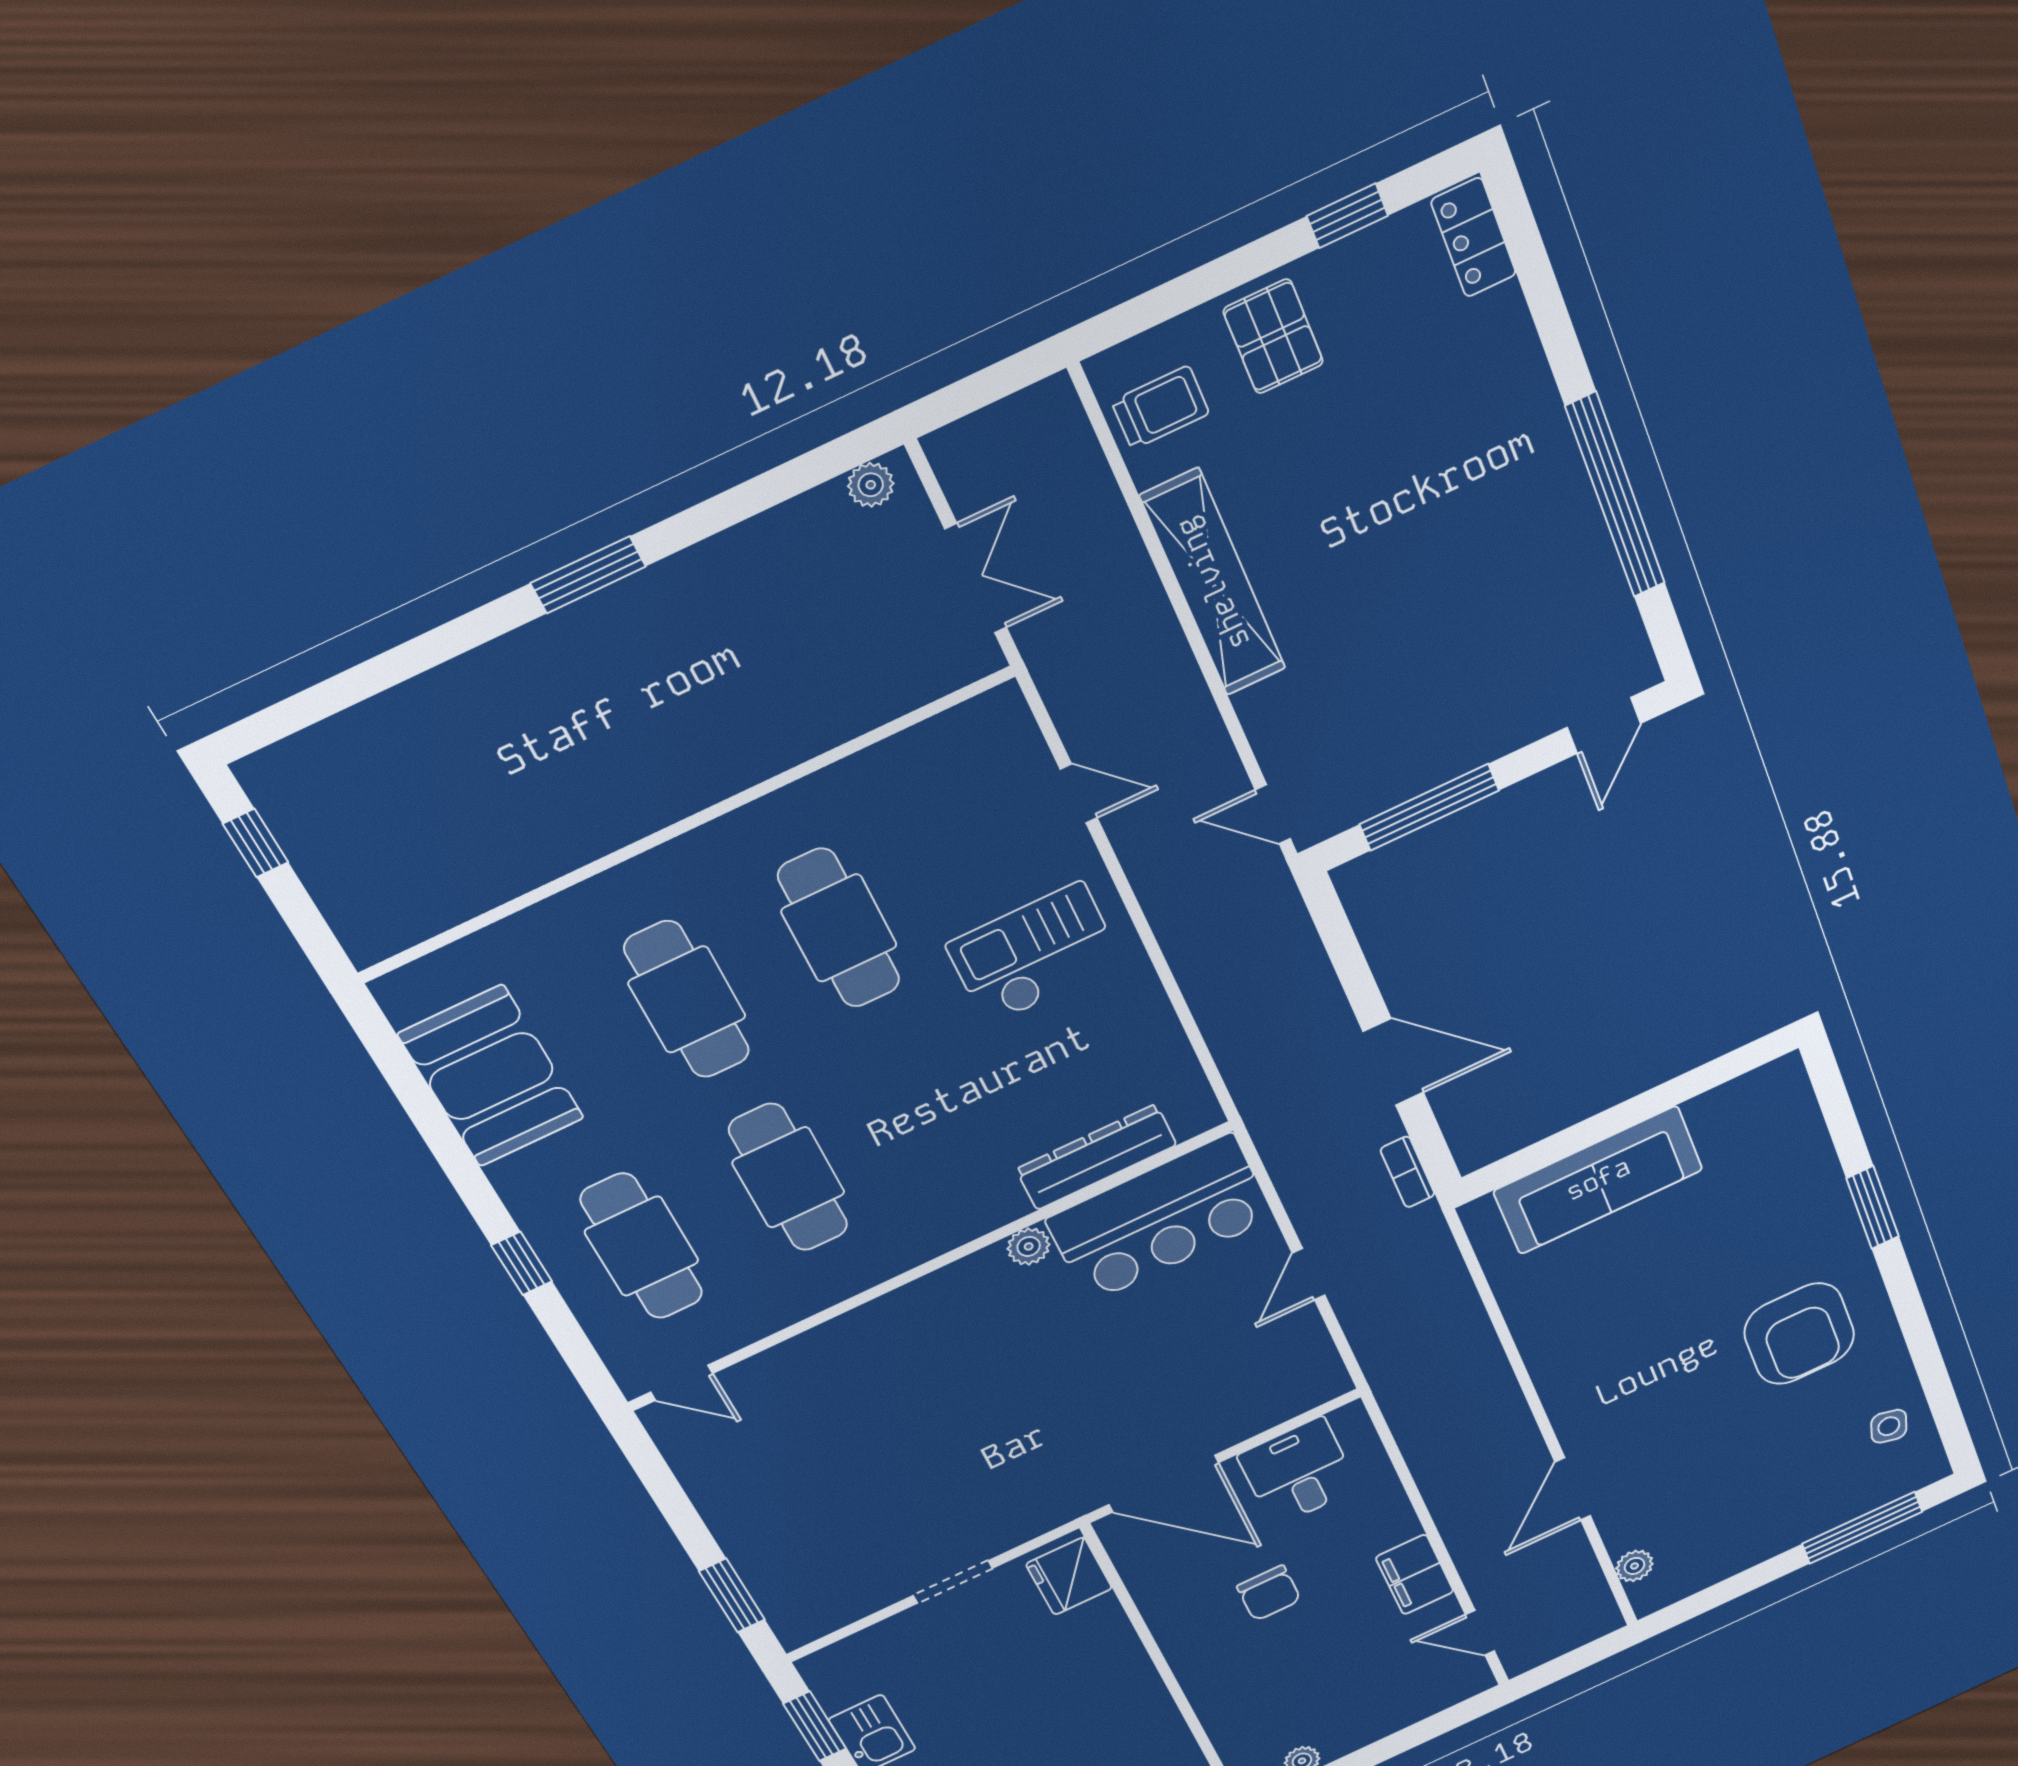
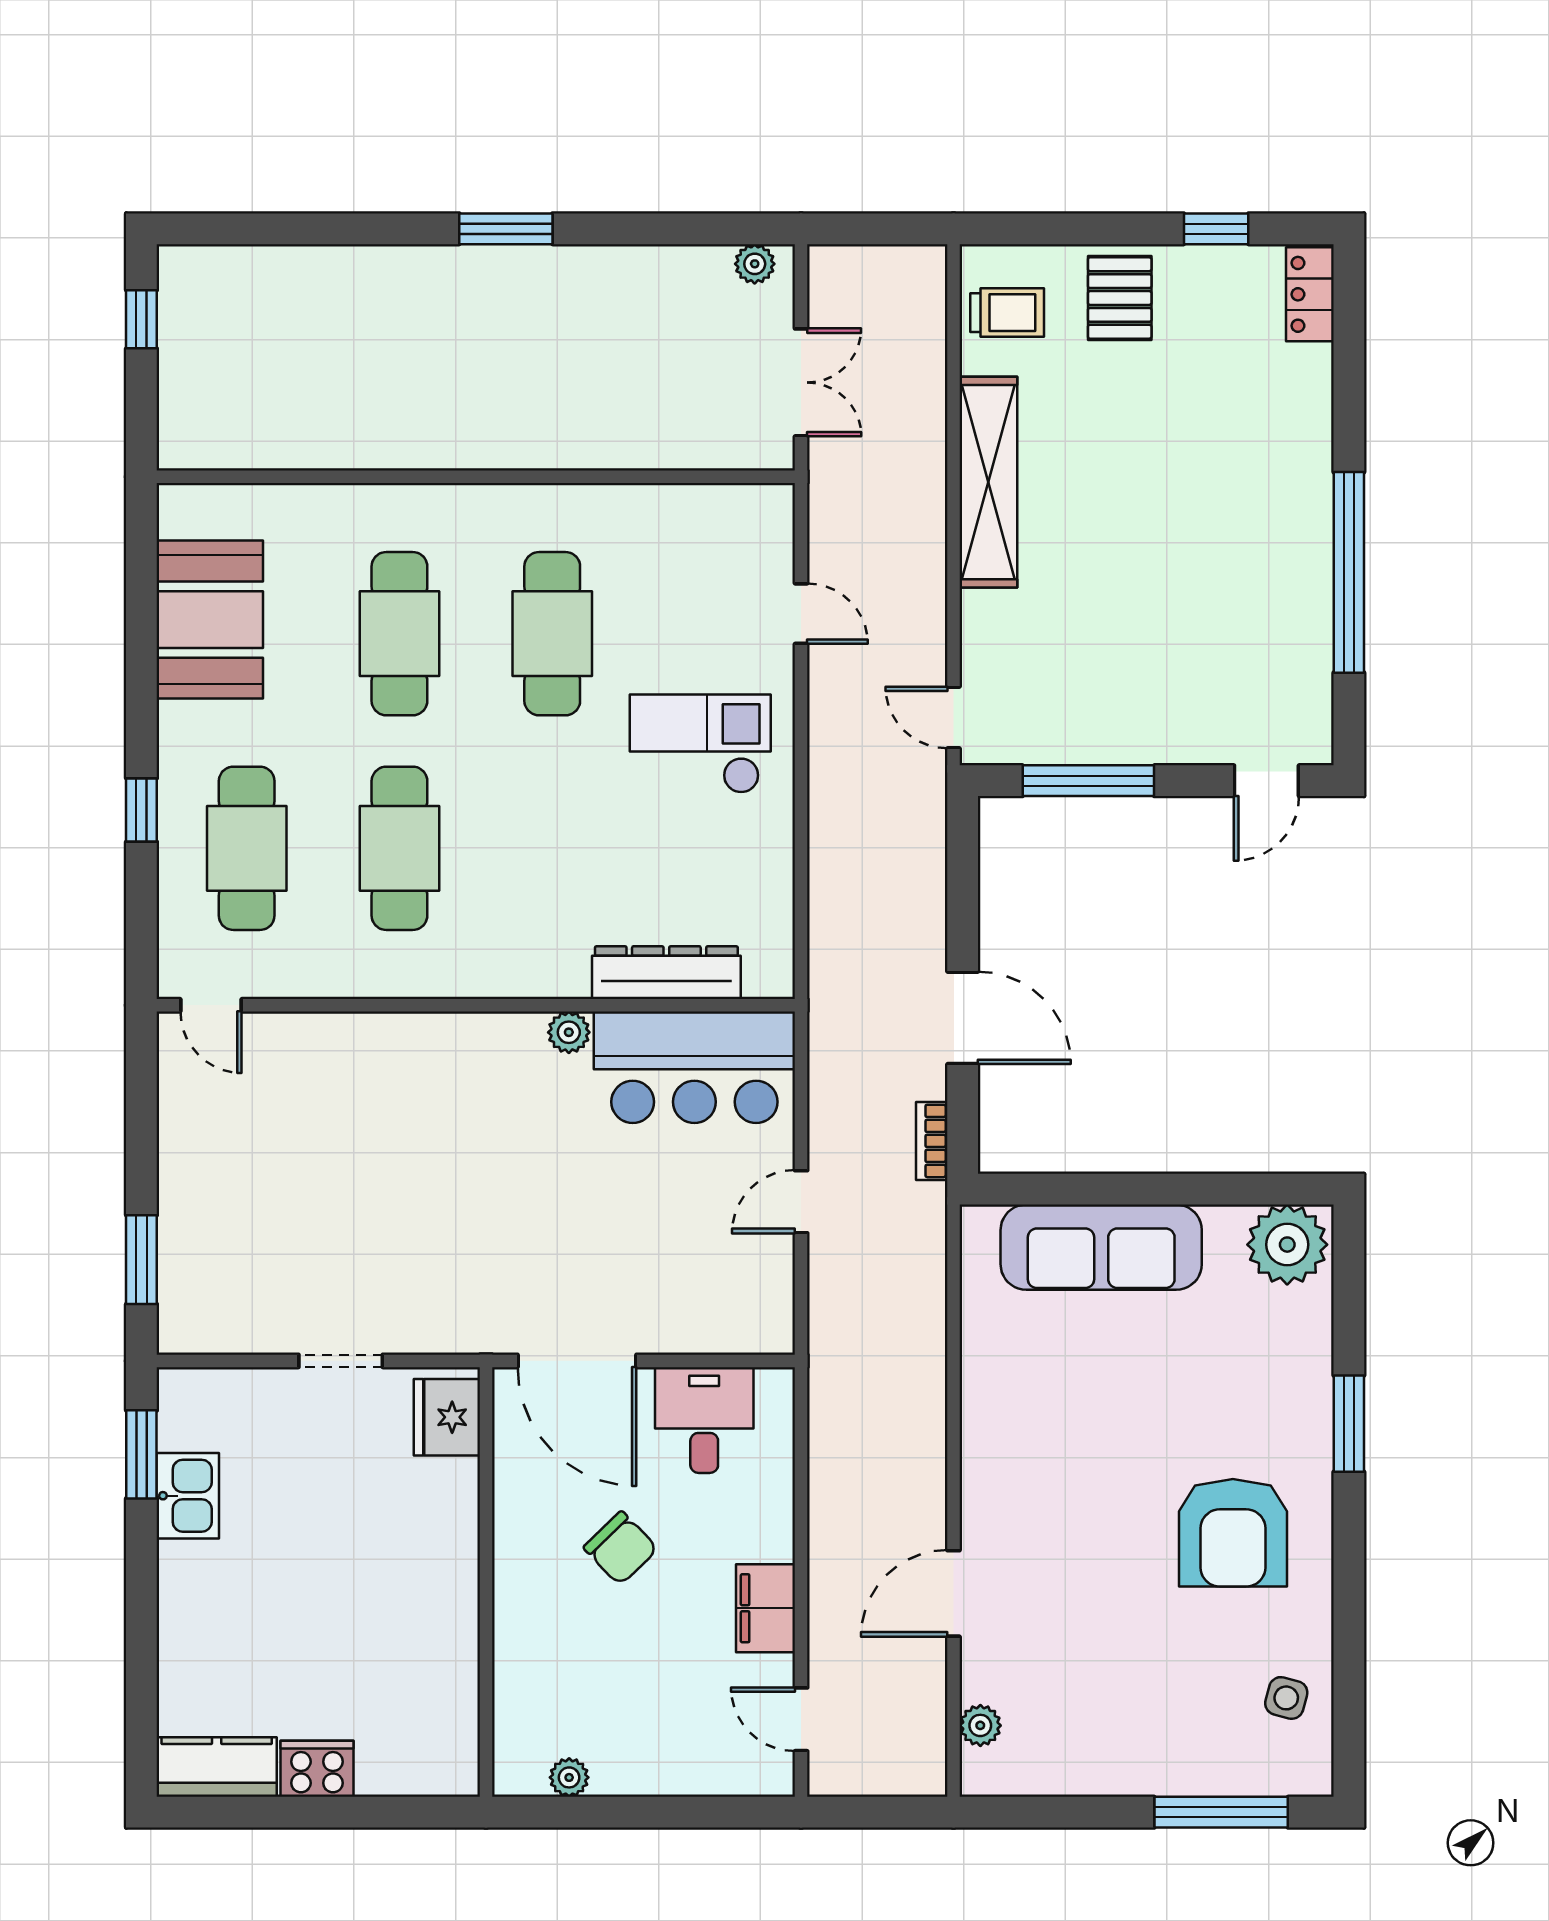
plant: (1767, 1099) -> (1287, 1245), added
chair: (1269, 1593) -> (621, 1548), turned -44

